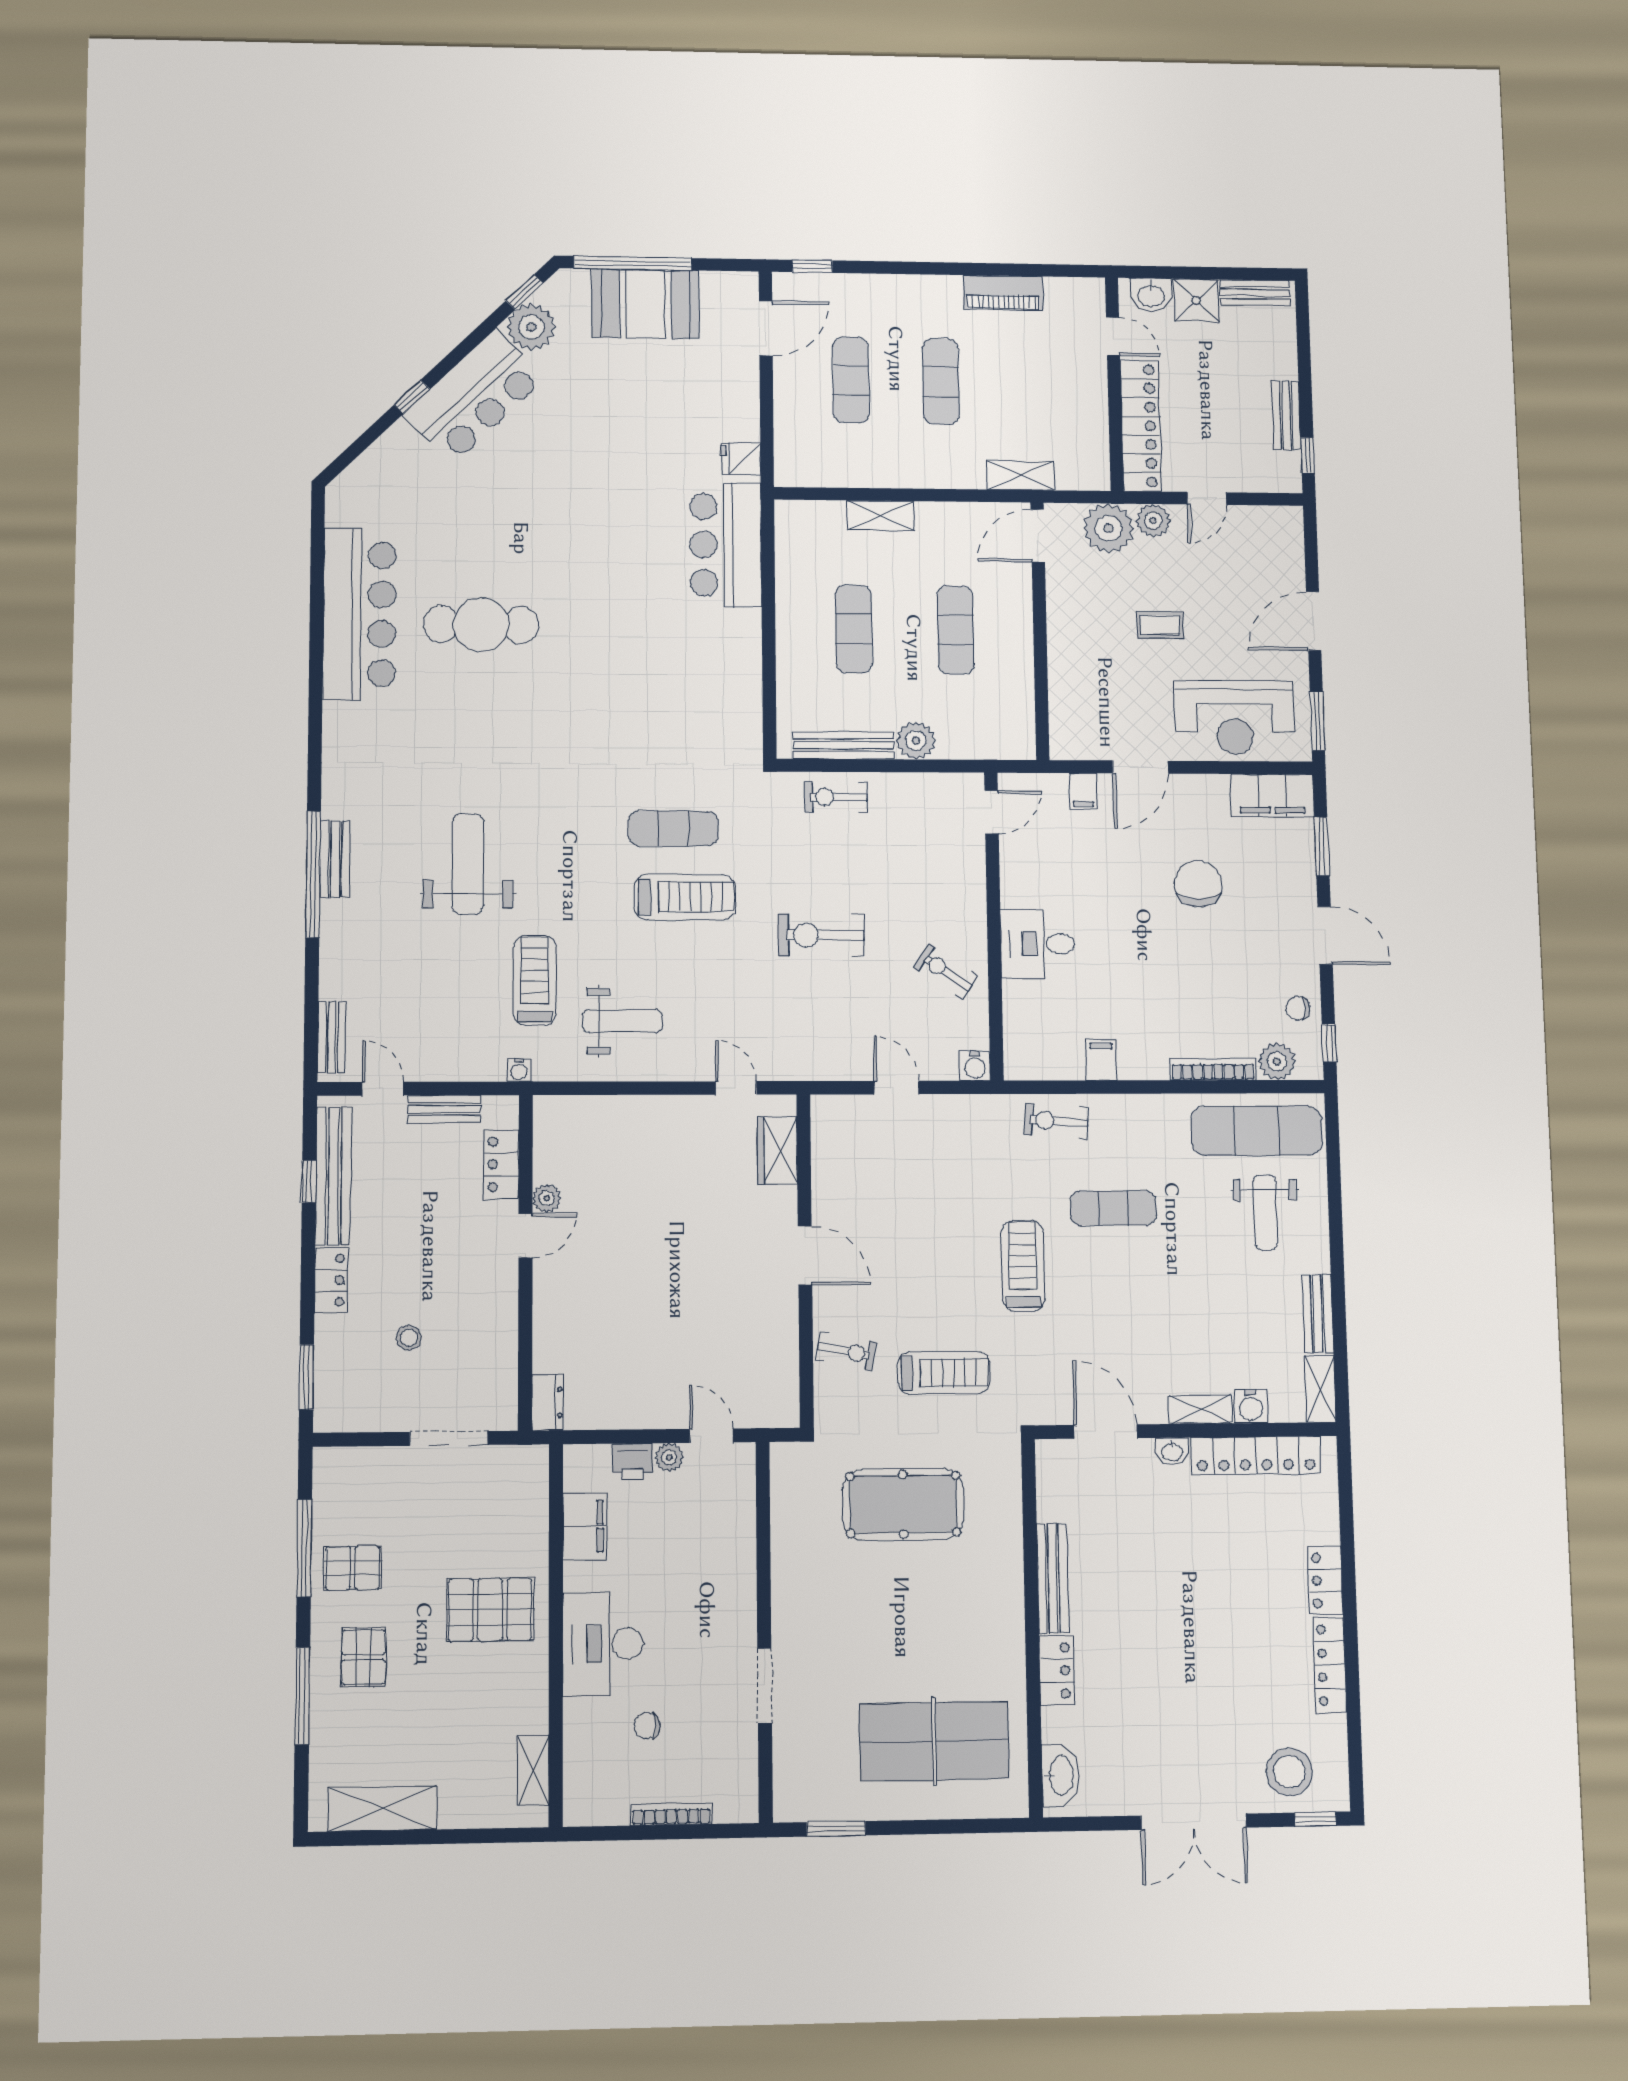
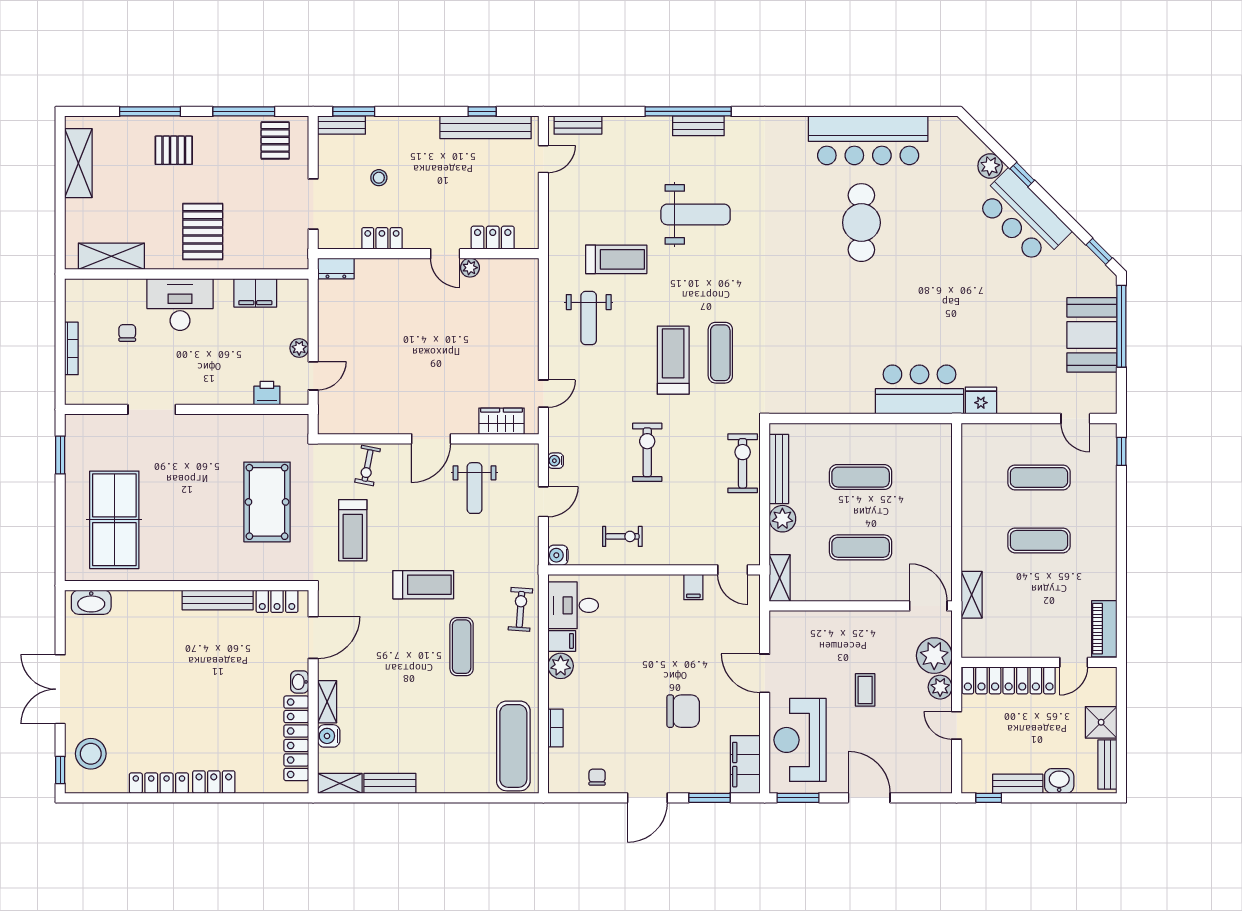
piano: (1003, 293) -> (1104, 629), moved
washbasin: (1151, 295) -> (1059, 781), moved, turned 90
plant: (531, 327) -> (990, 166), moved, width x0.73, depth x0.73
door: (766, 328) -> (1075, 419), width x0.73
fridge: (741, 459) -> (981, 401), width x1.38
shelving: (881, 515) -> (780, 578), moved
filing cabinet: (1083, 791) -> (693, 587), moved, turned -90
exercise bike: (836, 797) -> (743, 463), width x1.38, depth x1.39
treadmill: (685, 897) -> (673, 360), turned 180
desk: (1038, 944) -> (573, 605), moved, turned -90
exercise bike: (946, 971) -> (622, 536), turned 56
window: (1329, 1043) -> (573, 798), removed
plant: (1277, 1061) -> (561, 666), moved
bookcase: (1213, 1069) -> (555, 728), width x0.64
water cooler: (519, 1070) -> (556, 461), moved
bench: (444, 1109) -> (342, 125), moved, turned 90
weight bench: (1265, 1212) -> (474, 488), moved, turned -90
locker: (331, 1280) -> (382, 238), moved, turned 180
printer: (632, 1462) -> (267, 393), moved, turned 90
pallet: (352, 1568) -> (275, 140), moved
locker: (1057, 1670) -> (277, 601), moved
shelving: (533, 1771) -> (111, 256), width x1.50, depth x1.33

